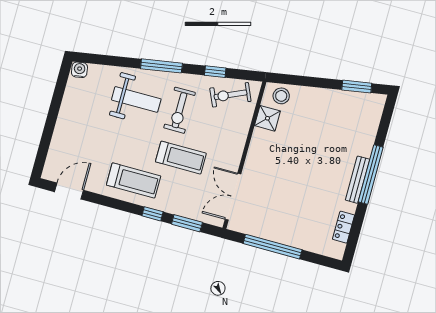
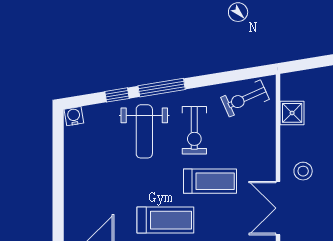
window: (215, 72) -> (117, 95), moved
stool: (281, 96) -> (303, 171), moved
weight bench: (136, 99) -> (144, 131), turned 90

